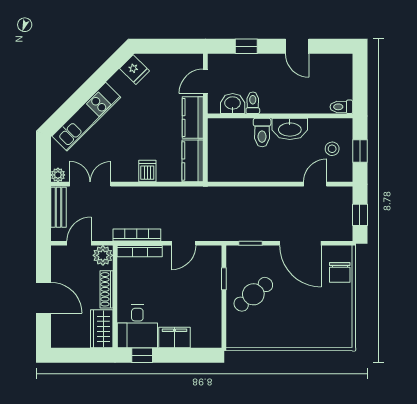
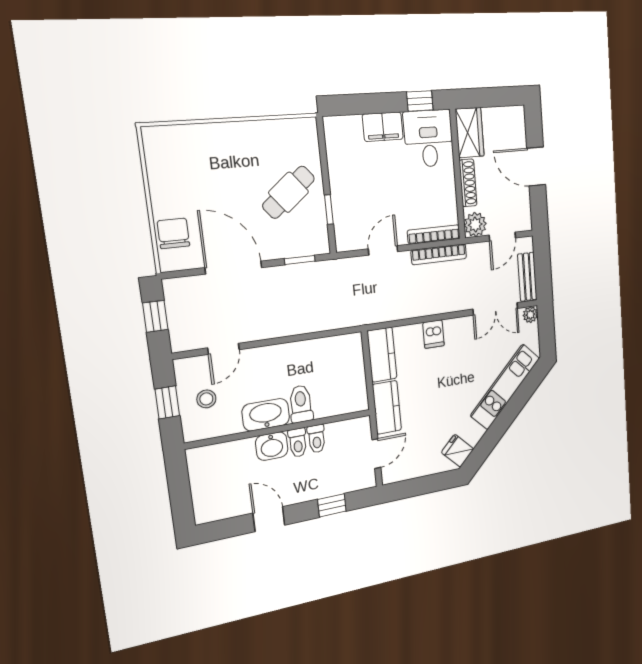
washbasin: (233, 104) -> (272, 446), moved
toilet: (341, 107) -> (298, 443), moved, turned 90

